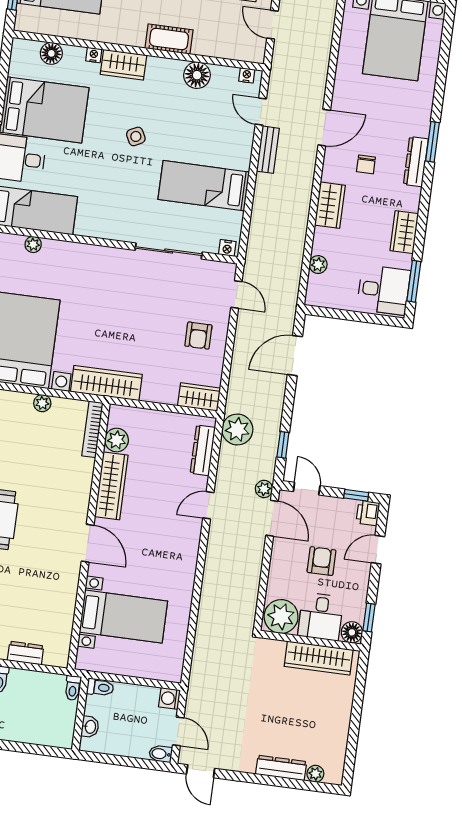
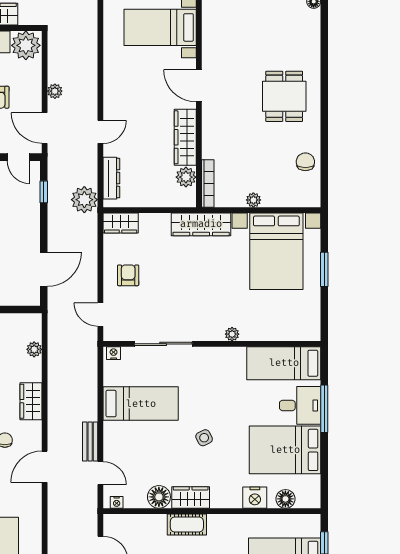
nightstand: (94, 55) -> (255, 498), width x1.89, depth x1.79
wardrobe: (124, 65) -> (191, 497), moved
plant: (33, 244) -> (232, 334), moved
plant: (264, 489) -> (55, 91), moved

